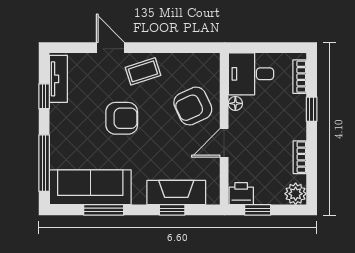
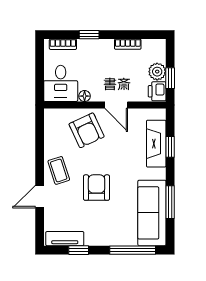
plant: (296, 194) -> (157, 72), moved

